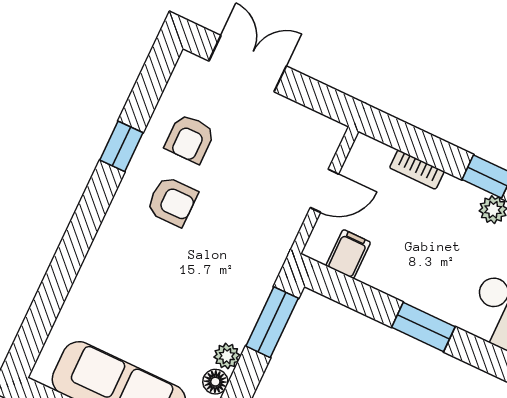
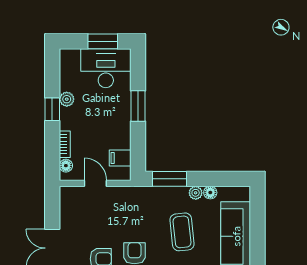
floor lamp: (379, 154) -> (66, 166), added
coffee table: (170, 301) -> (182, 232), added

